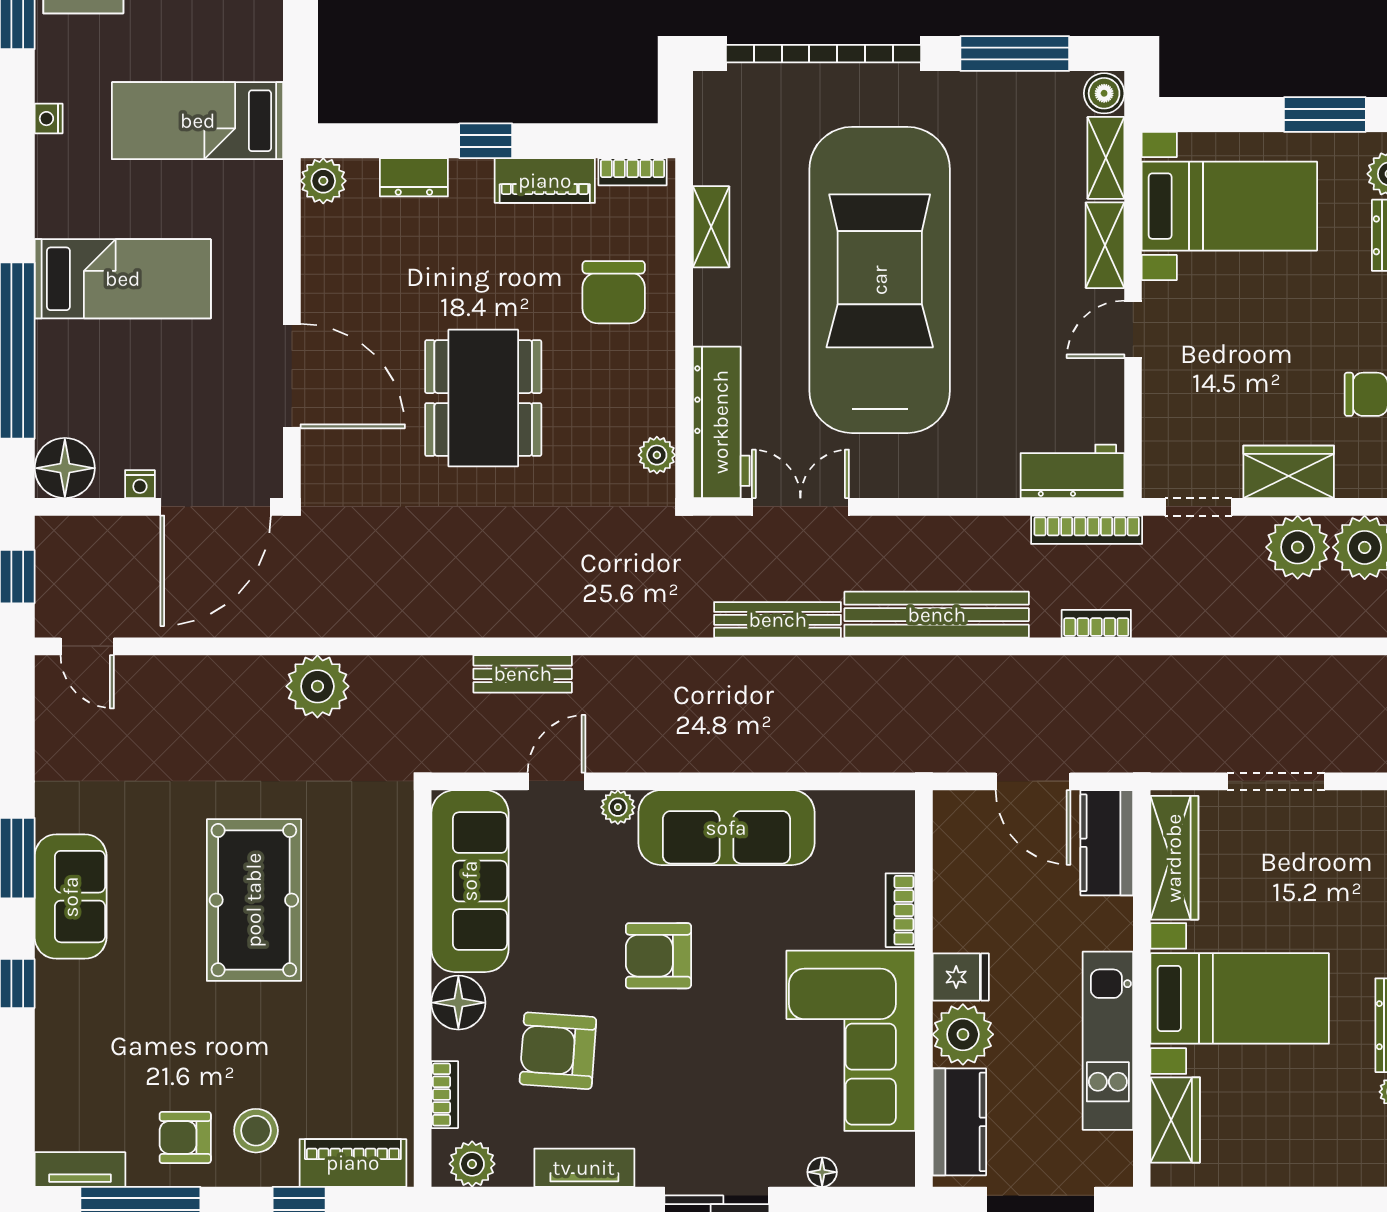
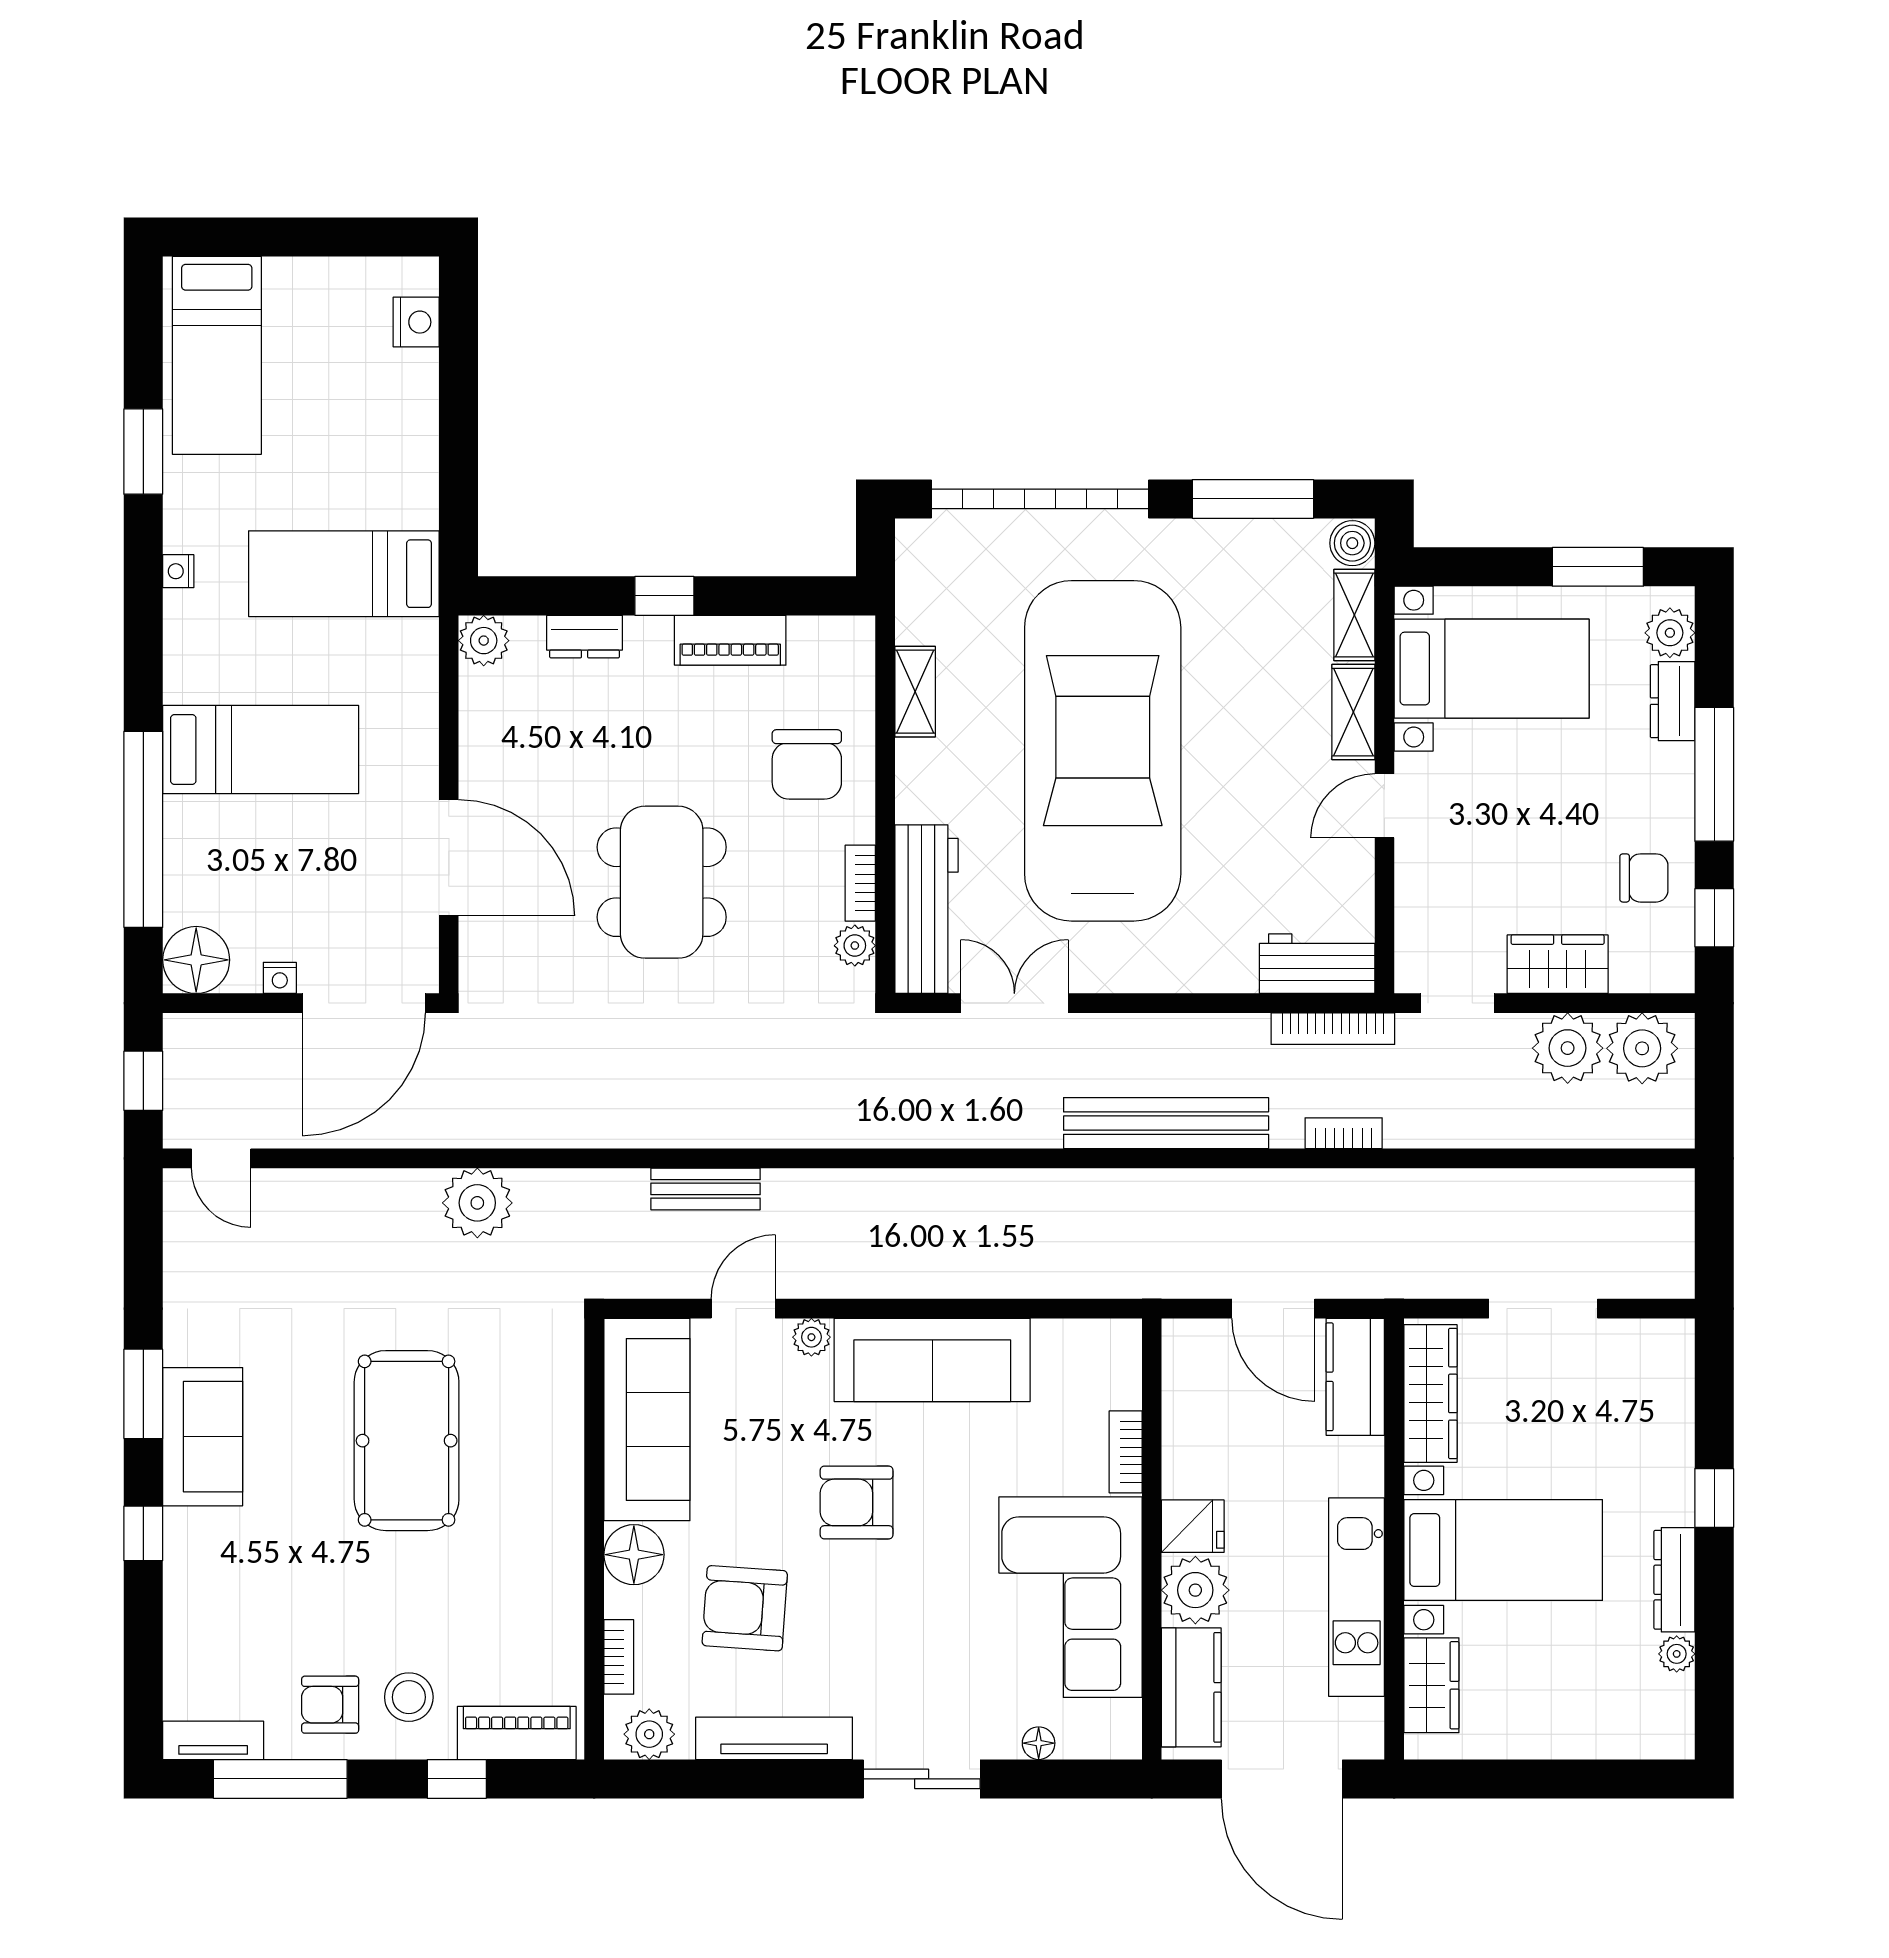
bookcase: (633, 172) -> (860, 883), moved, turned 90
bench: (778, 620) -> (989, 1129), removed
tv unit: (584, 1168) -> (774, 1738), width x1.41

